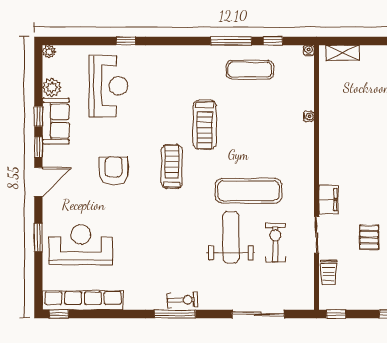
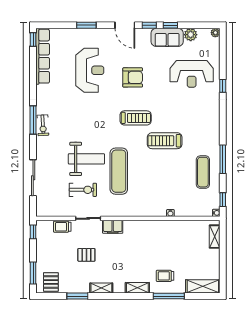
window: (273, 41) -> (223, 200), moved
reception desk: (81, 245) -> (90, 70), moved

